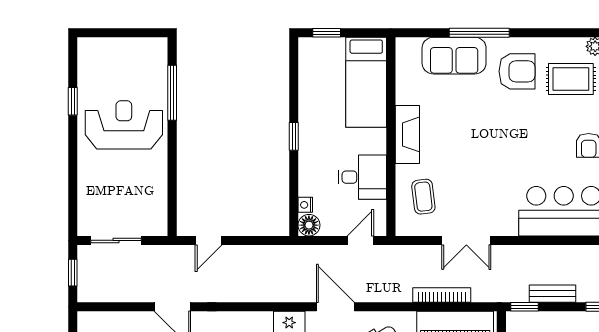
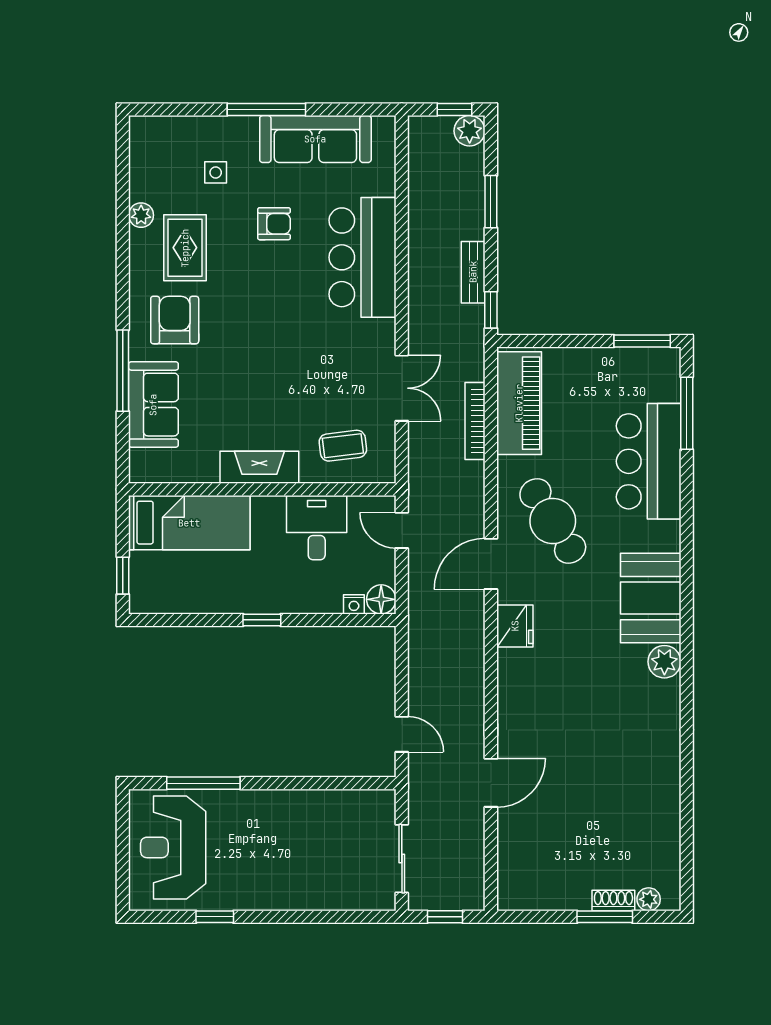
reception desk: (124, 125) -> (173, 847), moved

